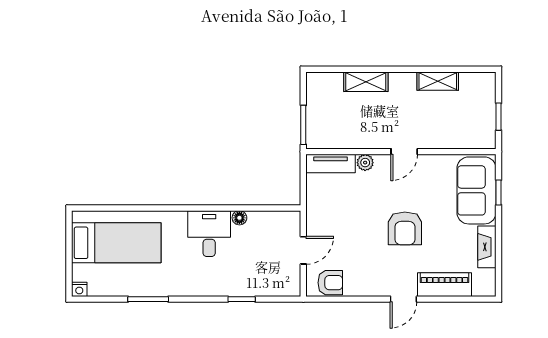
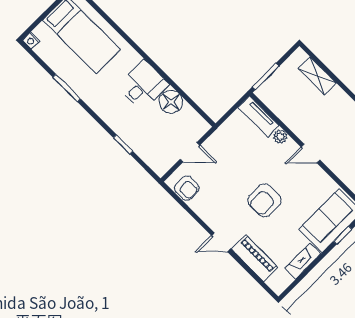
shelving: (366, 82) -> (317, 76), moved
floor lamp: (239, 218) -> (171, 102), width x1.89, depth x1.89

